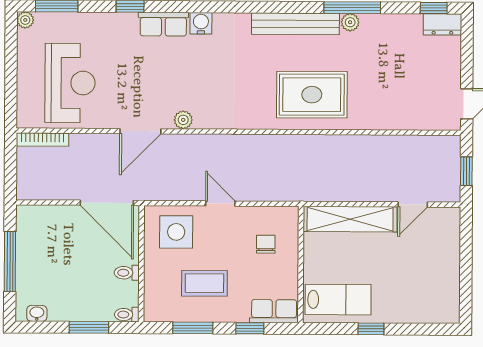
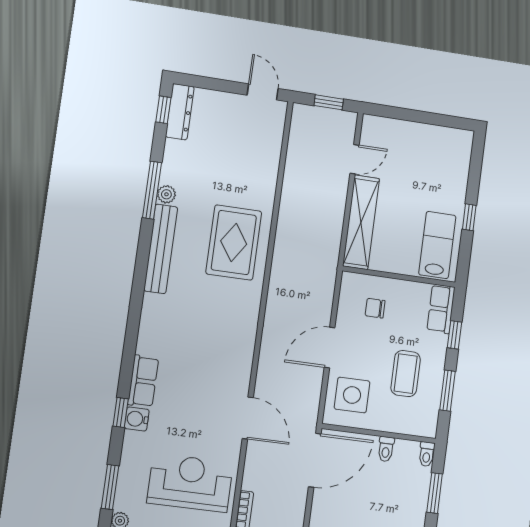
water cooler: (201, 23) -> (137, 419), moved
dresser: (442, 24) -> (180, 112), width x1.44
plant: (183, 120) -> (242, 374), removed
door: (220, 203) -> (330, 348), width x1.38
door: (413, 204) -> (354, 159), hinge flipped

